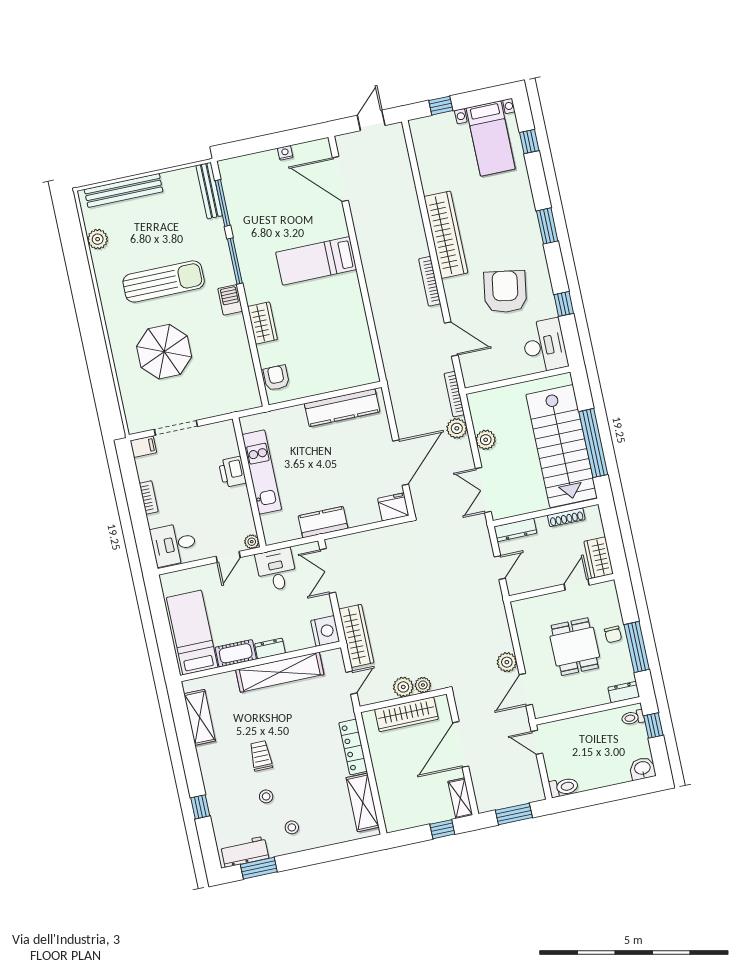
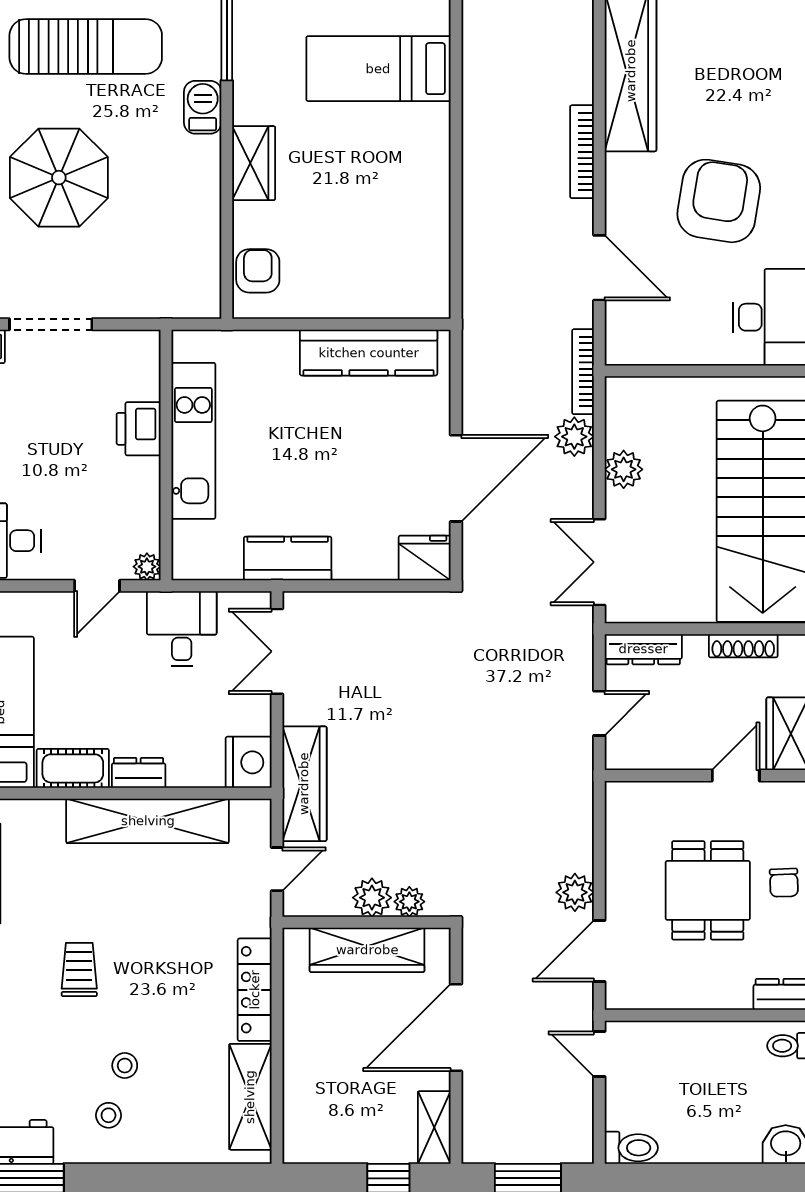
stool: (266, 796) -> (125, 1066), moved

